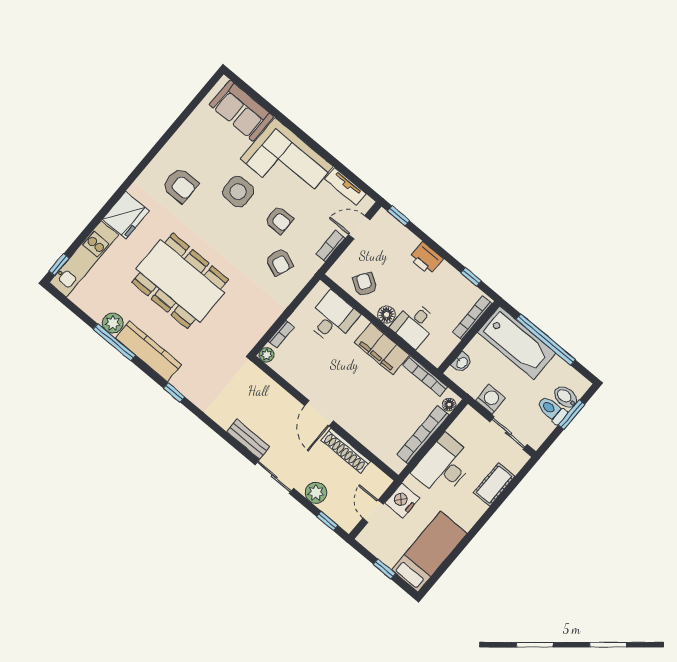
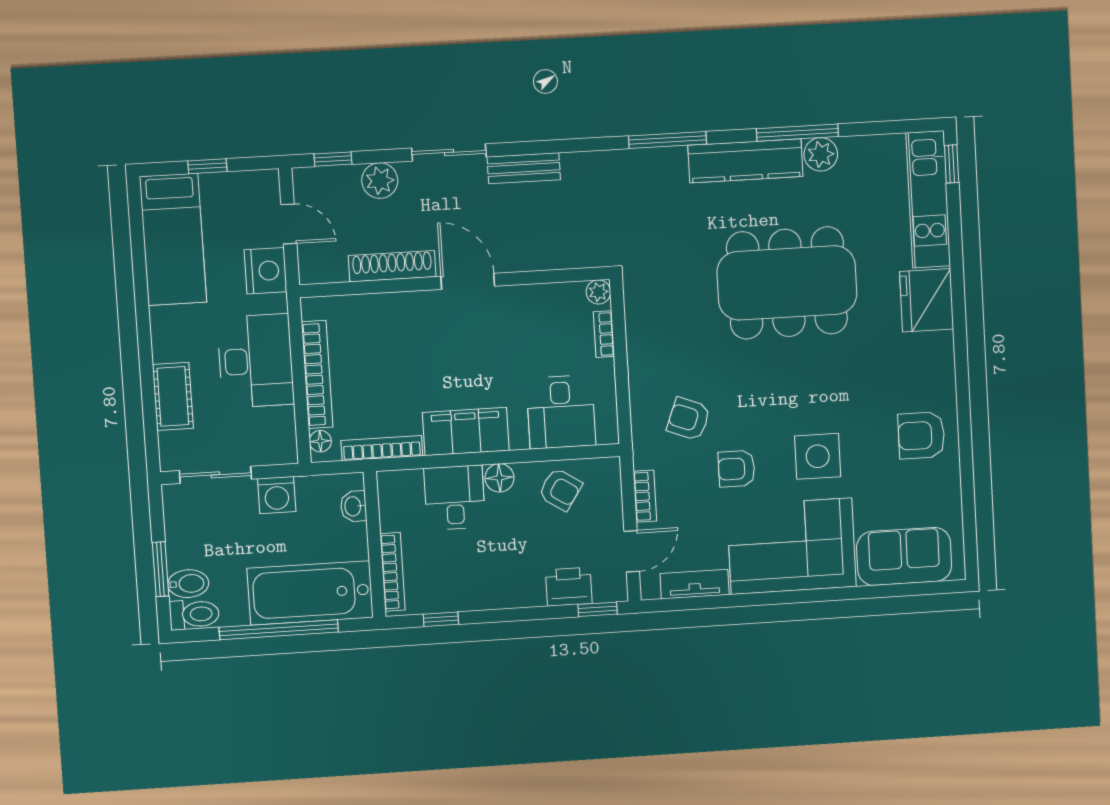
armchair: (180, 185) -> (921, 435), moved
printer: (426, 258) -> (569, 587), moved
window: (174, 392) -> (667, 140), width x2.17
toilet: (552, 410) -> (194, 614), moved

